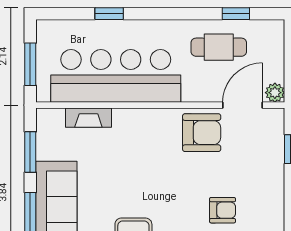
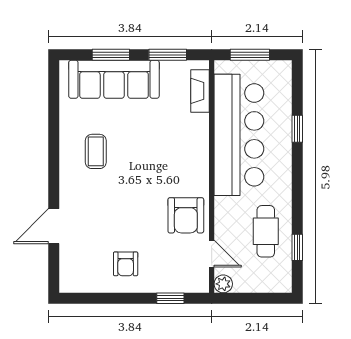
door: (243, 105) -> (212, 254), width x0.73
fireplace: (88, 118) -> (200, 91), moved
armchair: (223, 210) -> (126, 264), moved

